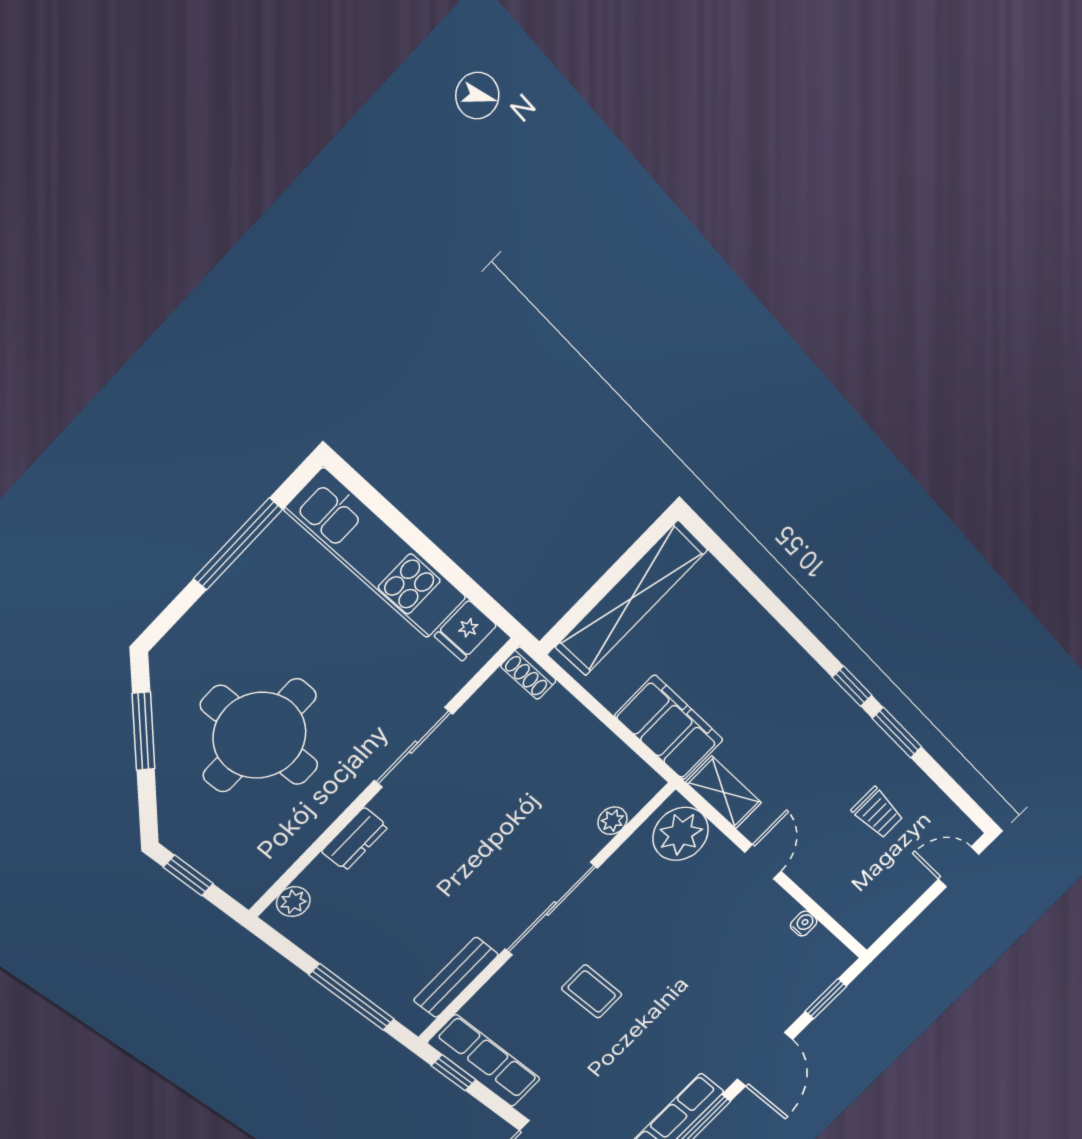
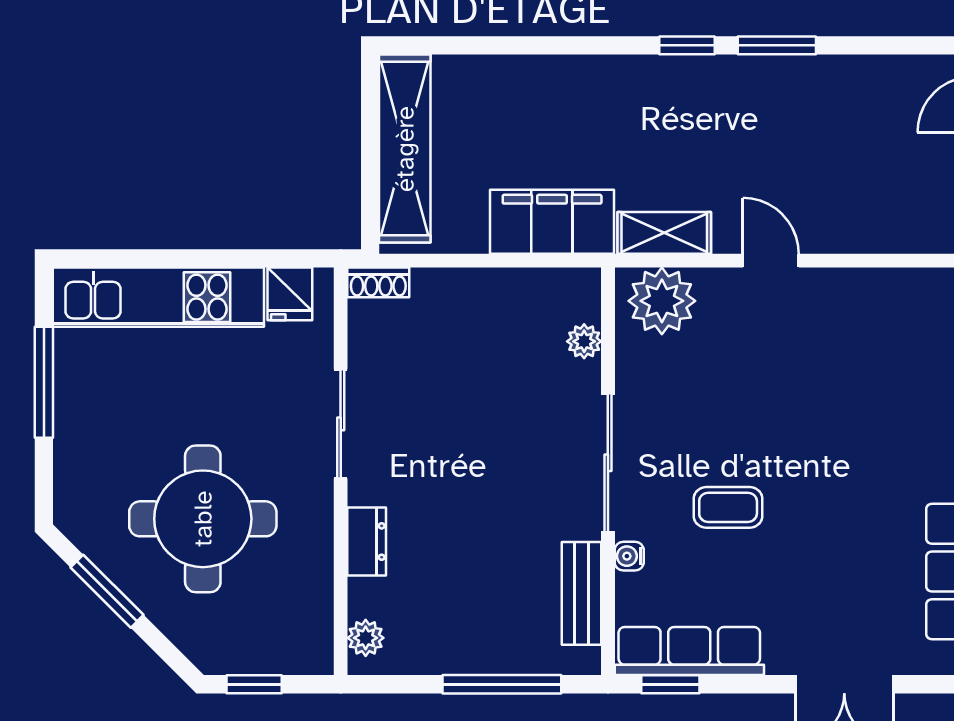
trolley: (878, 813) -> (839, 127), removed
water cooler: (804, 923) -> (629, 556), moved, turned -90

